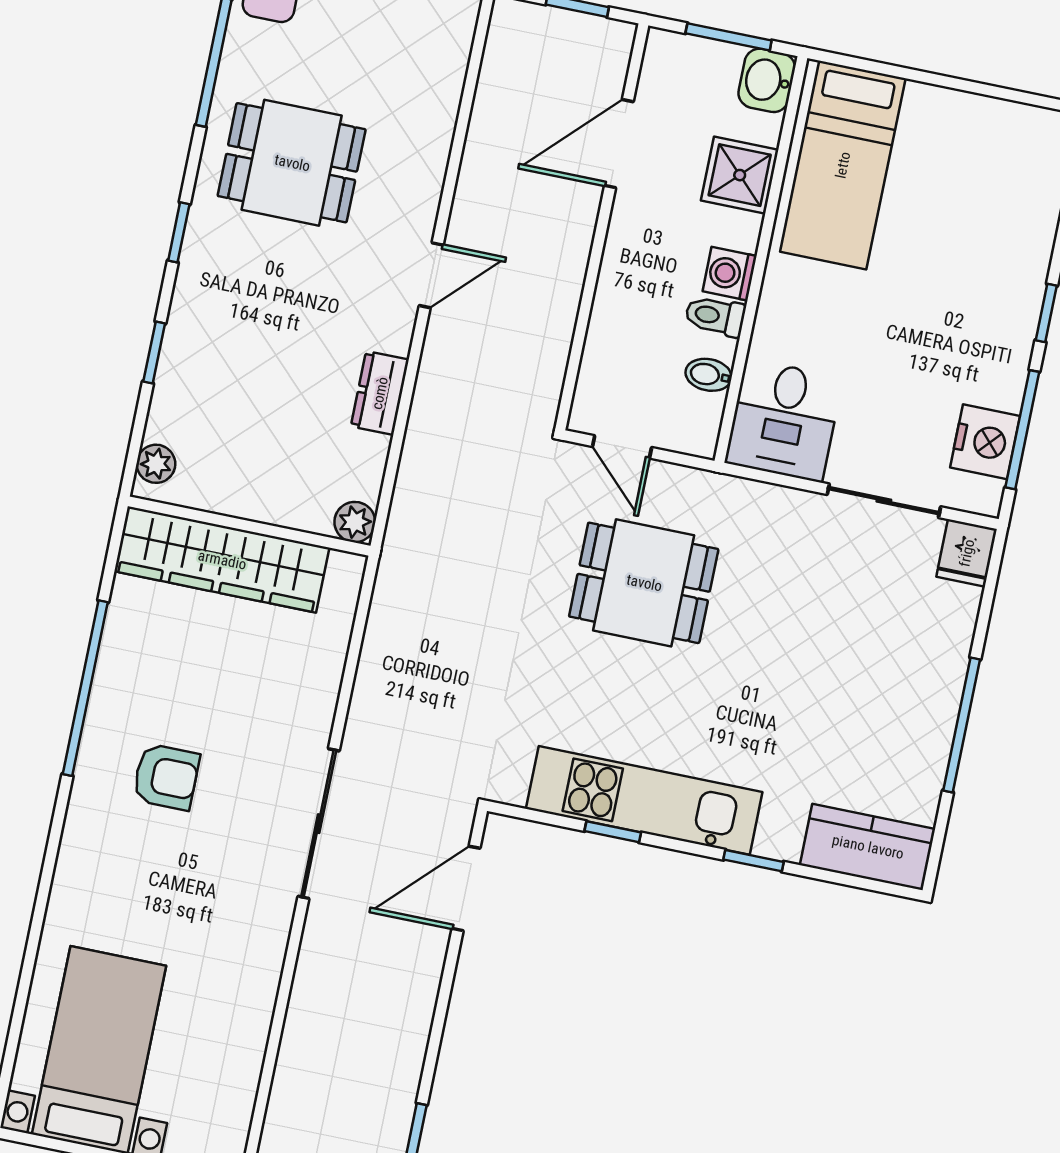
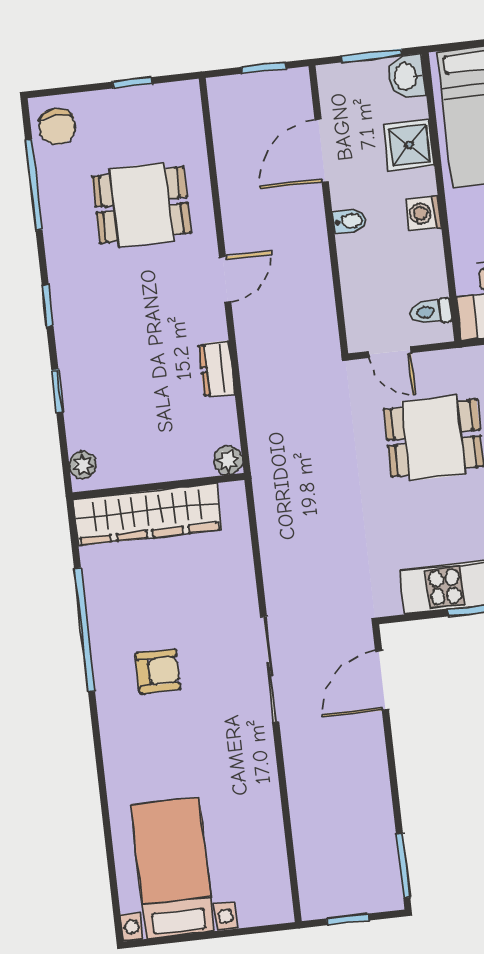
dining table: (292, 163) -> (141, 205), moved
toilet: (715, 316) -> (431, 312), moved
bidet: (709, 375) -> (349, 221), moved, turned 180

